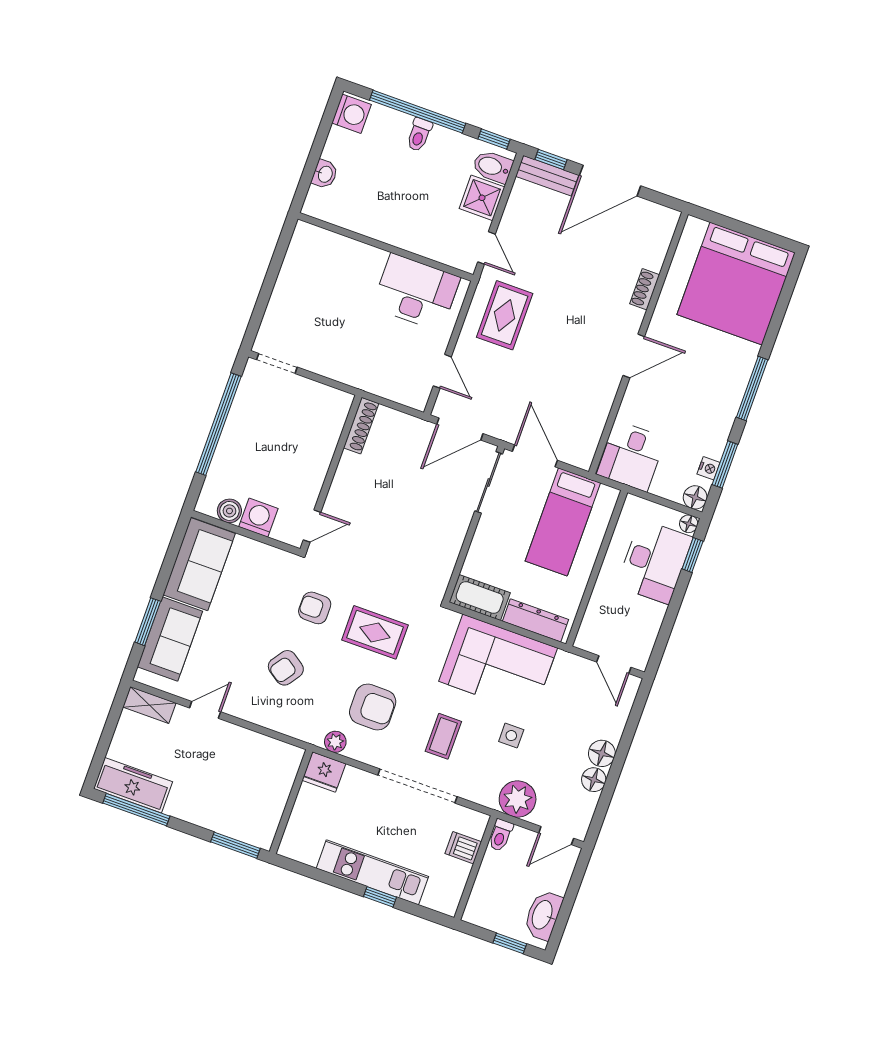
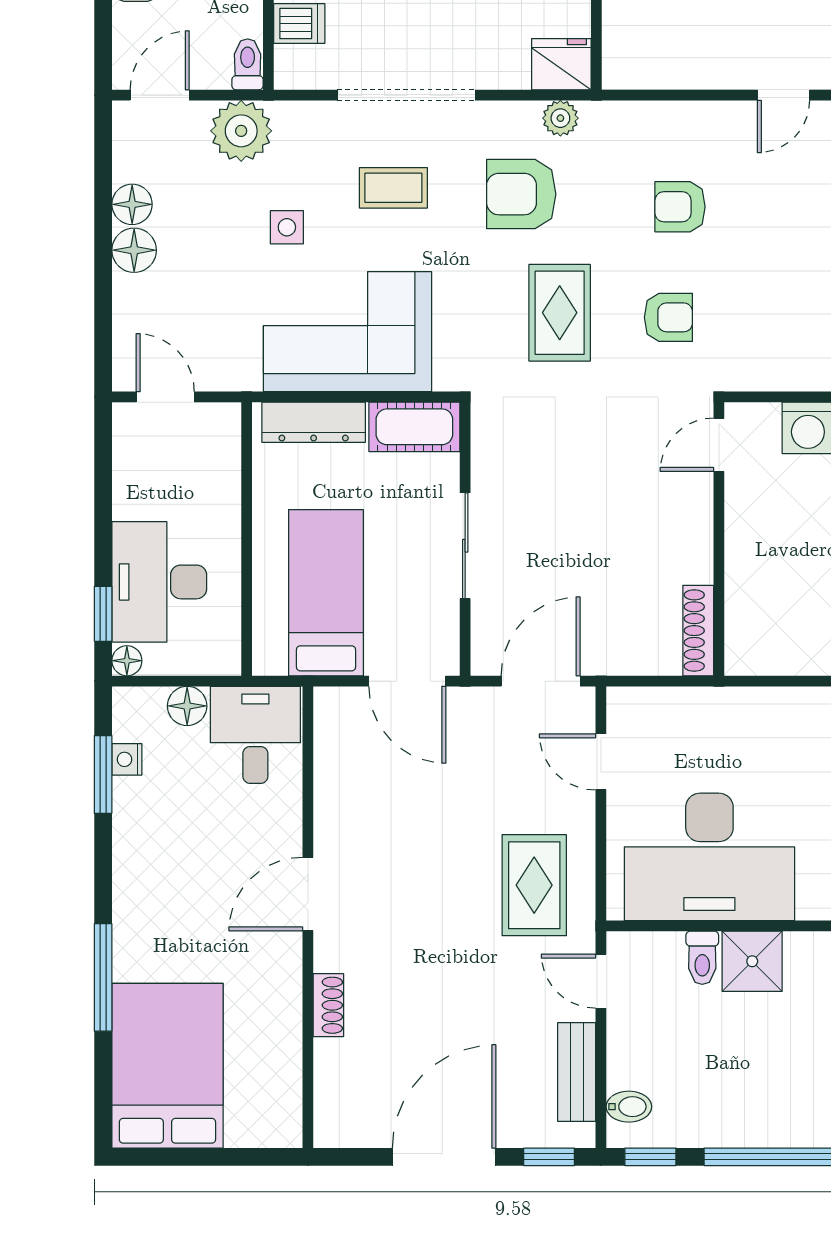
toilet: (419, 135) -> (702, 958), moved, turned 180
bidet: (493, 167) -> (629, 1107), width x0.72, depth x0.74
bench: (547, 176) -> (577, 1072), moved, turned 90
shower: (482, 198) -> (752, 961), moved
bed: (736, 284) -> (167, 1066), width x0.73
desk: (416, 292) -> (709, 857), width x1.36, depth x1.30
window: (752, 389) -> (103, 977), moved
sliding door: (489, 482) -> (465, 546), moved
floor lamp: (695, 497) -> (187, 706), moved
rug: (375, 632) -> (560, 313), turned 90
armchair: (286, 668) -> (680, 207), turned -125
coffee table: (443, 736) -> (393, 188), turned 90

